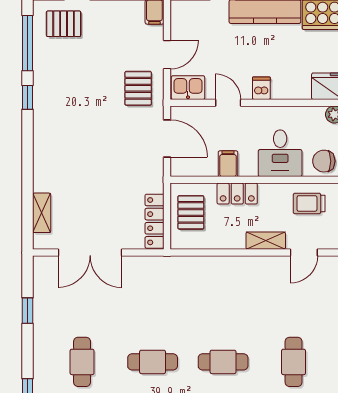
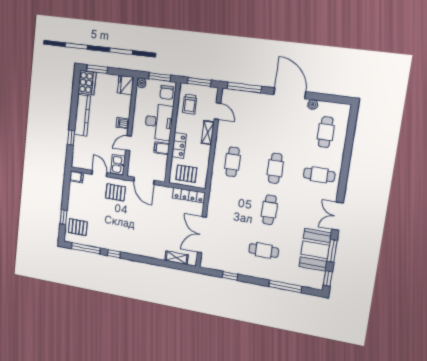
pallet: (64, 24) -> (78, 227), turned 90
door: (167, 138) -> (144, 181), swing flipped
desk: (280, 153) -> (159, 122), width x1.37
double door: (90, 253) -> (202, 235), swing flipped
cafe table: (294, 362) -> (233, 162), moved, turned 90

